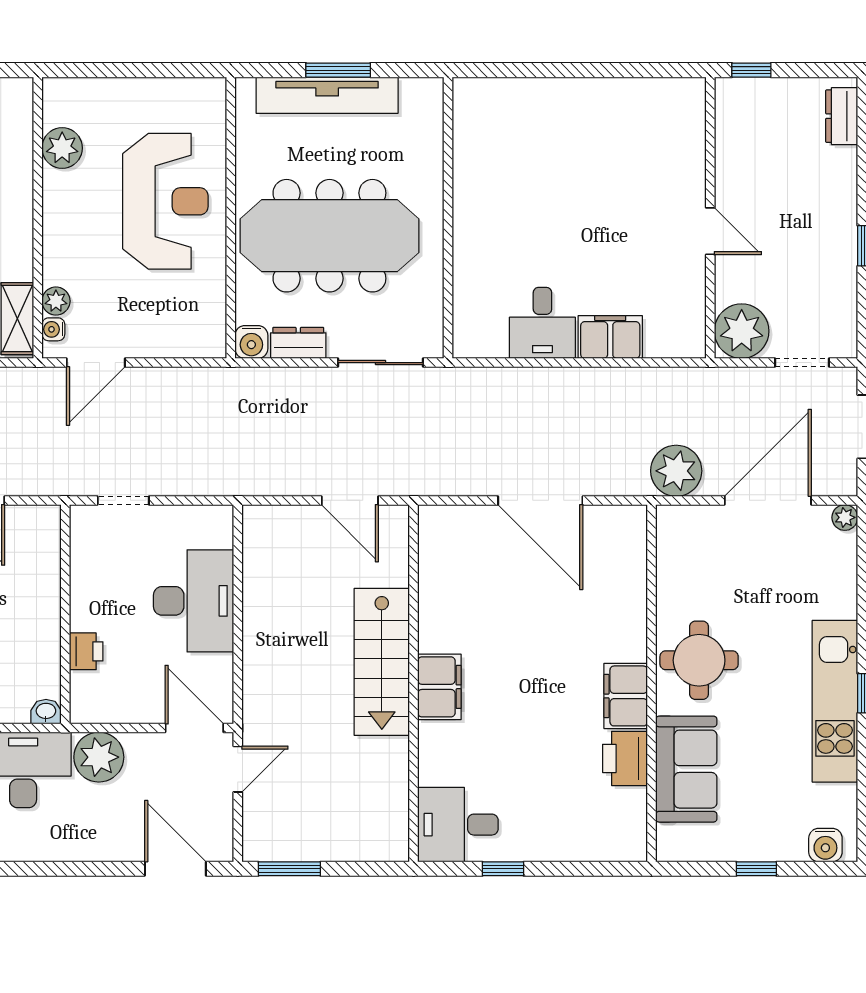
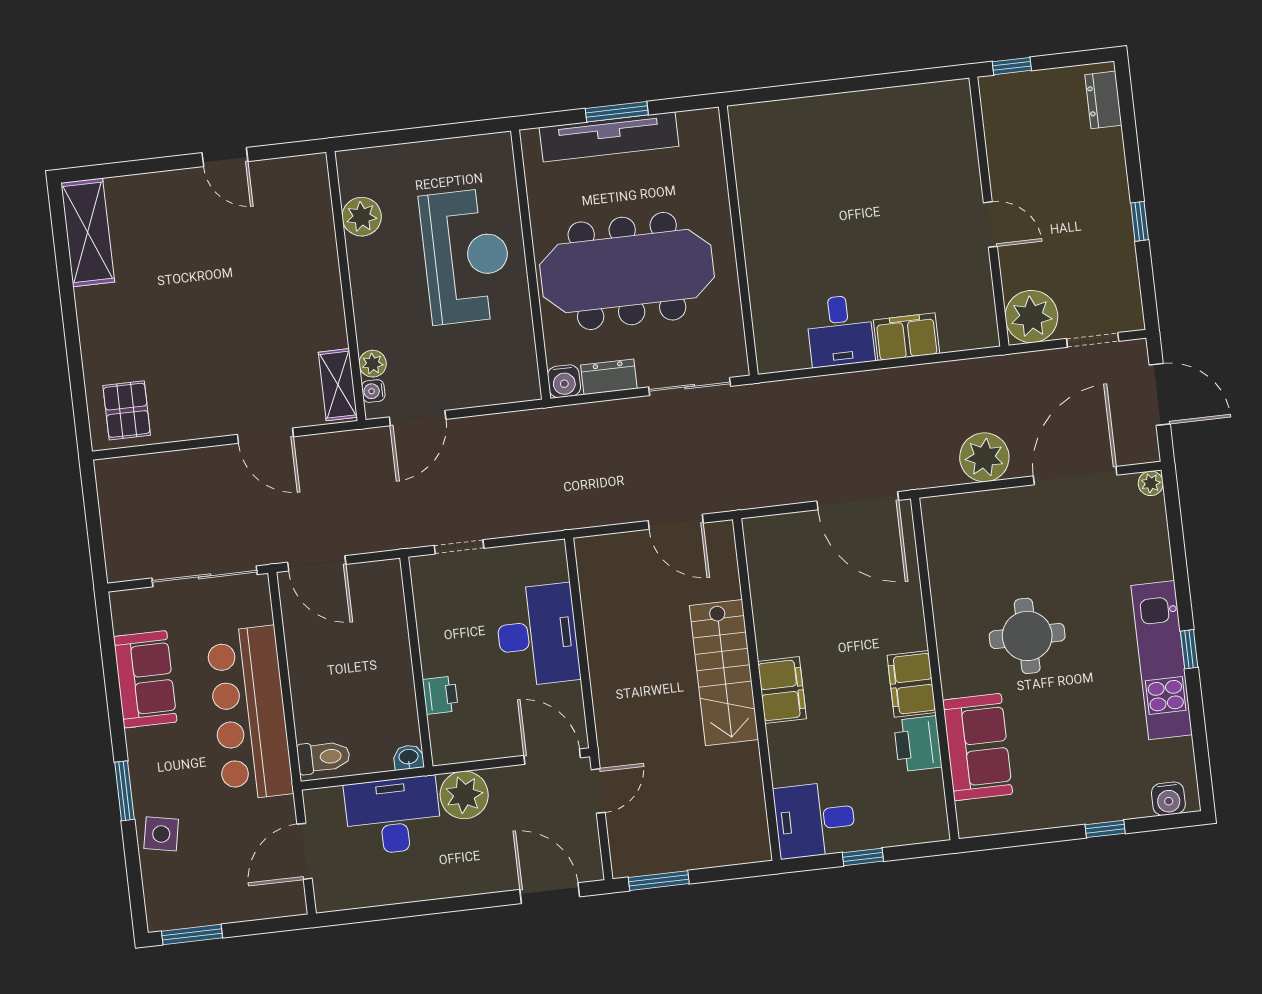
wall: (652, 683) -> (935, 669), moved
filing cabinet: (626, 696) -> (912, 684), moved
printer: (625, 758) -> (918, 744), moved
sofa: (686, 769) -> (978, 747), moved

